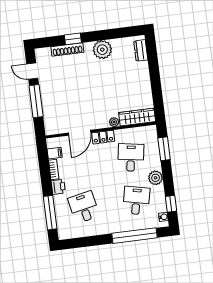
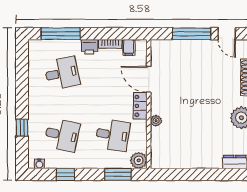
door: (32, 71) -> (227, 34), swing flipped
wardrobe: (137, 117) -> (158, 148), removed
plant: (156, 178) -> (139, 160), moved
window: (171, 204) -> (65, 174), moved
window: (134, 236) -> (22, 128), width x0.32

